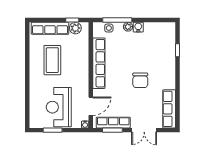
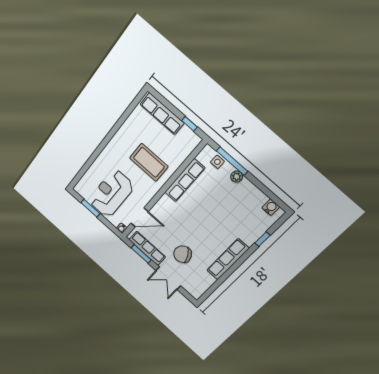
water cooler: (138, 27) -> (271, 207), moved
plant: (75, 28) -> (186, 134), removed
coffee table: (52, 60) -> (149, 162), moved, turned 90
row of seats: (99, 63) -> (185, 180), width x0.73
chair: (140, 80) -> (183, 254), moved, turned 62
row of seats: (169, 109) -> (228, 259), moved

